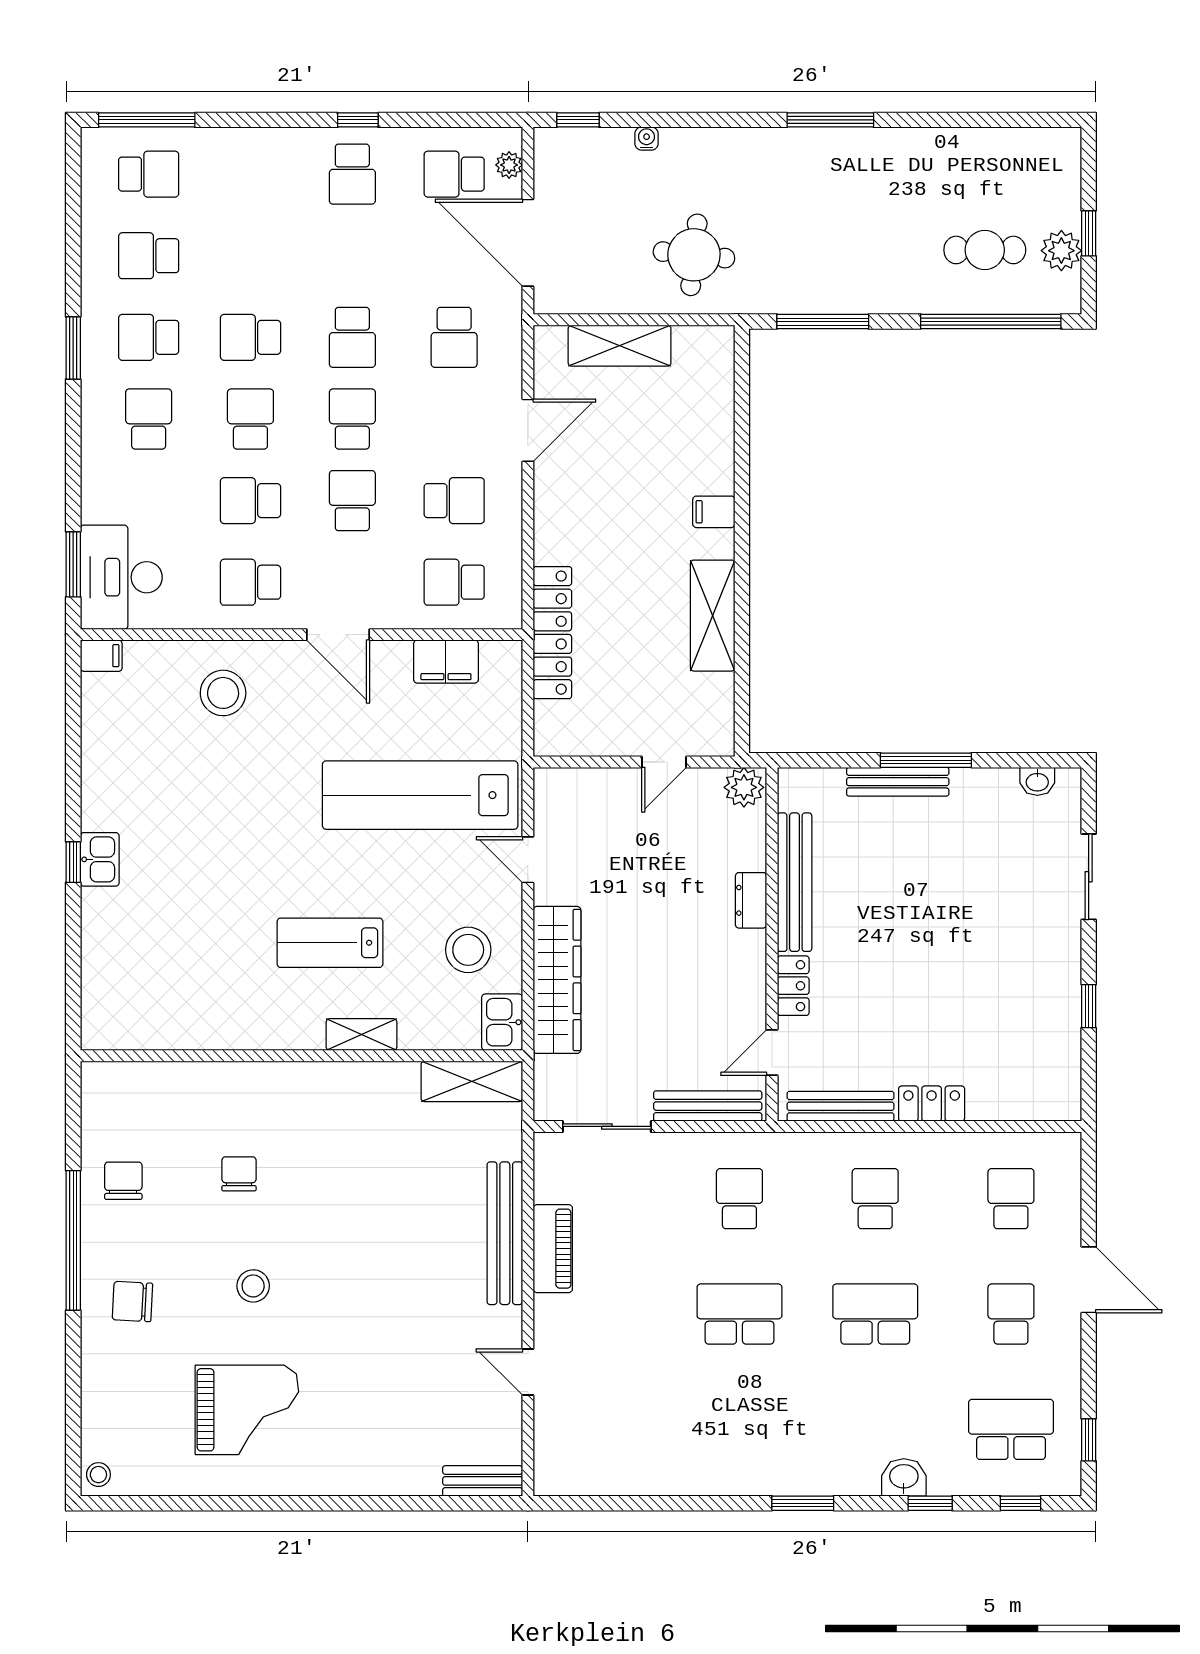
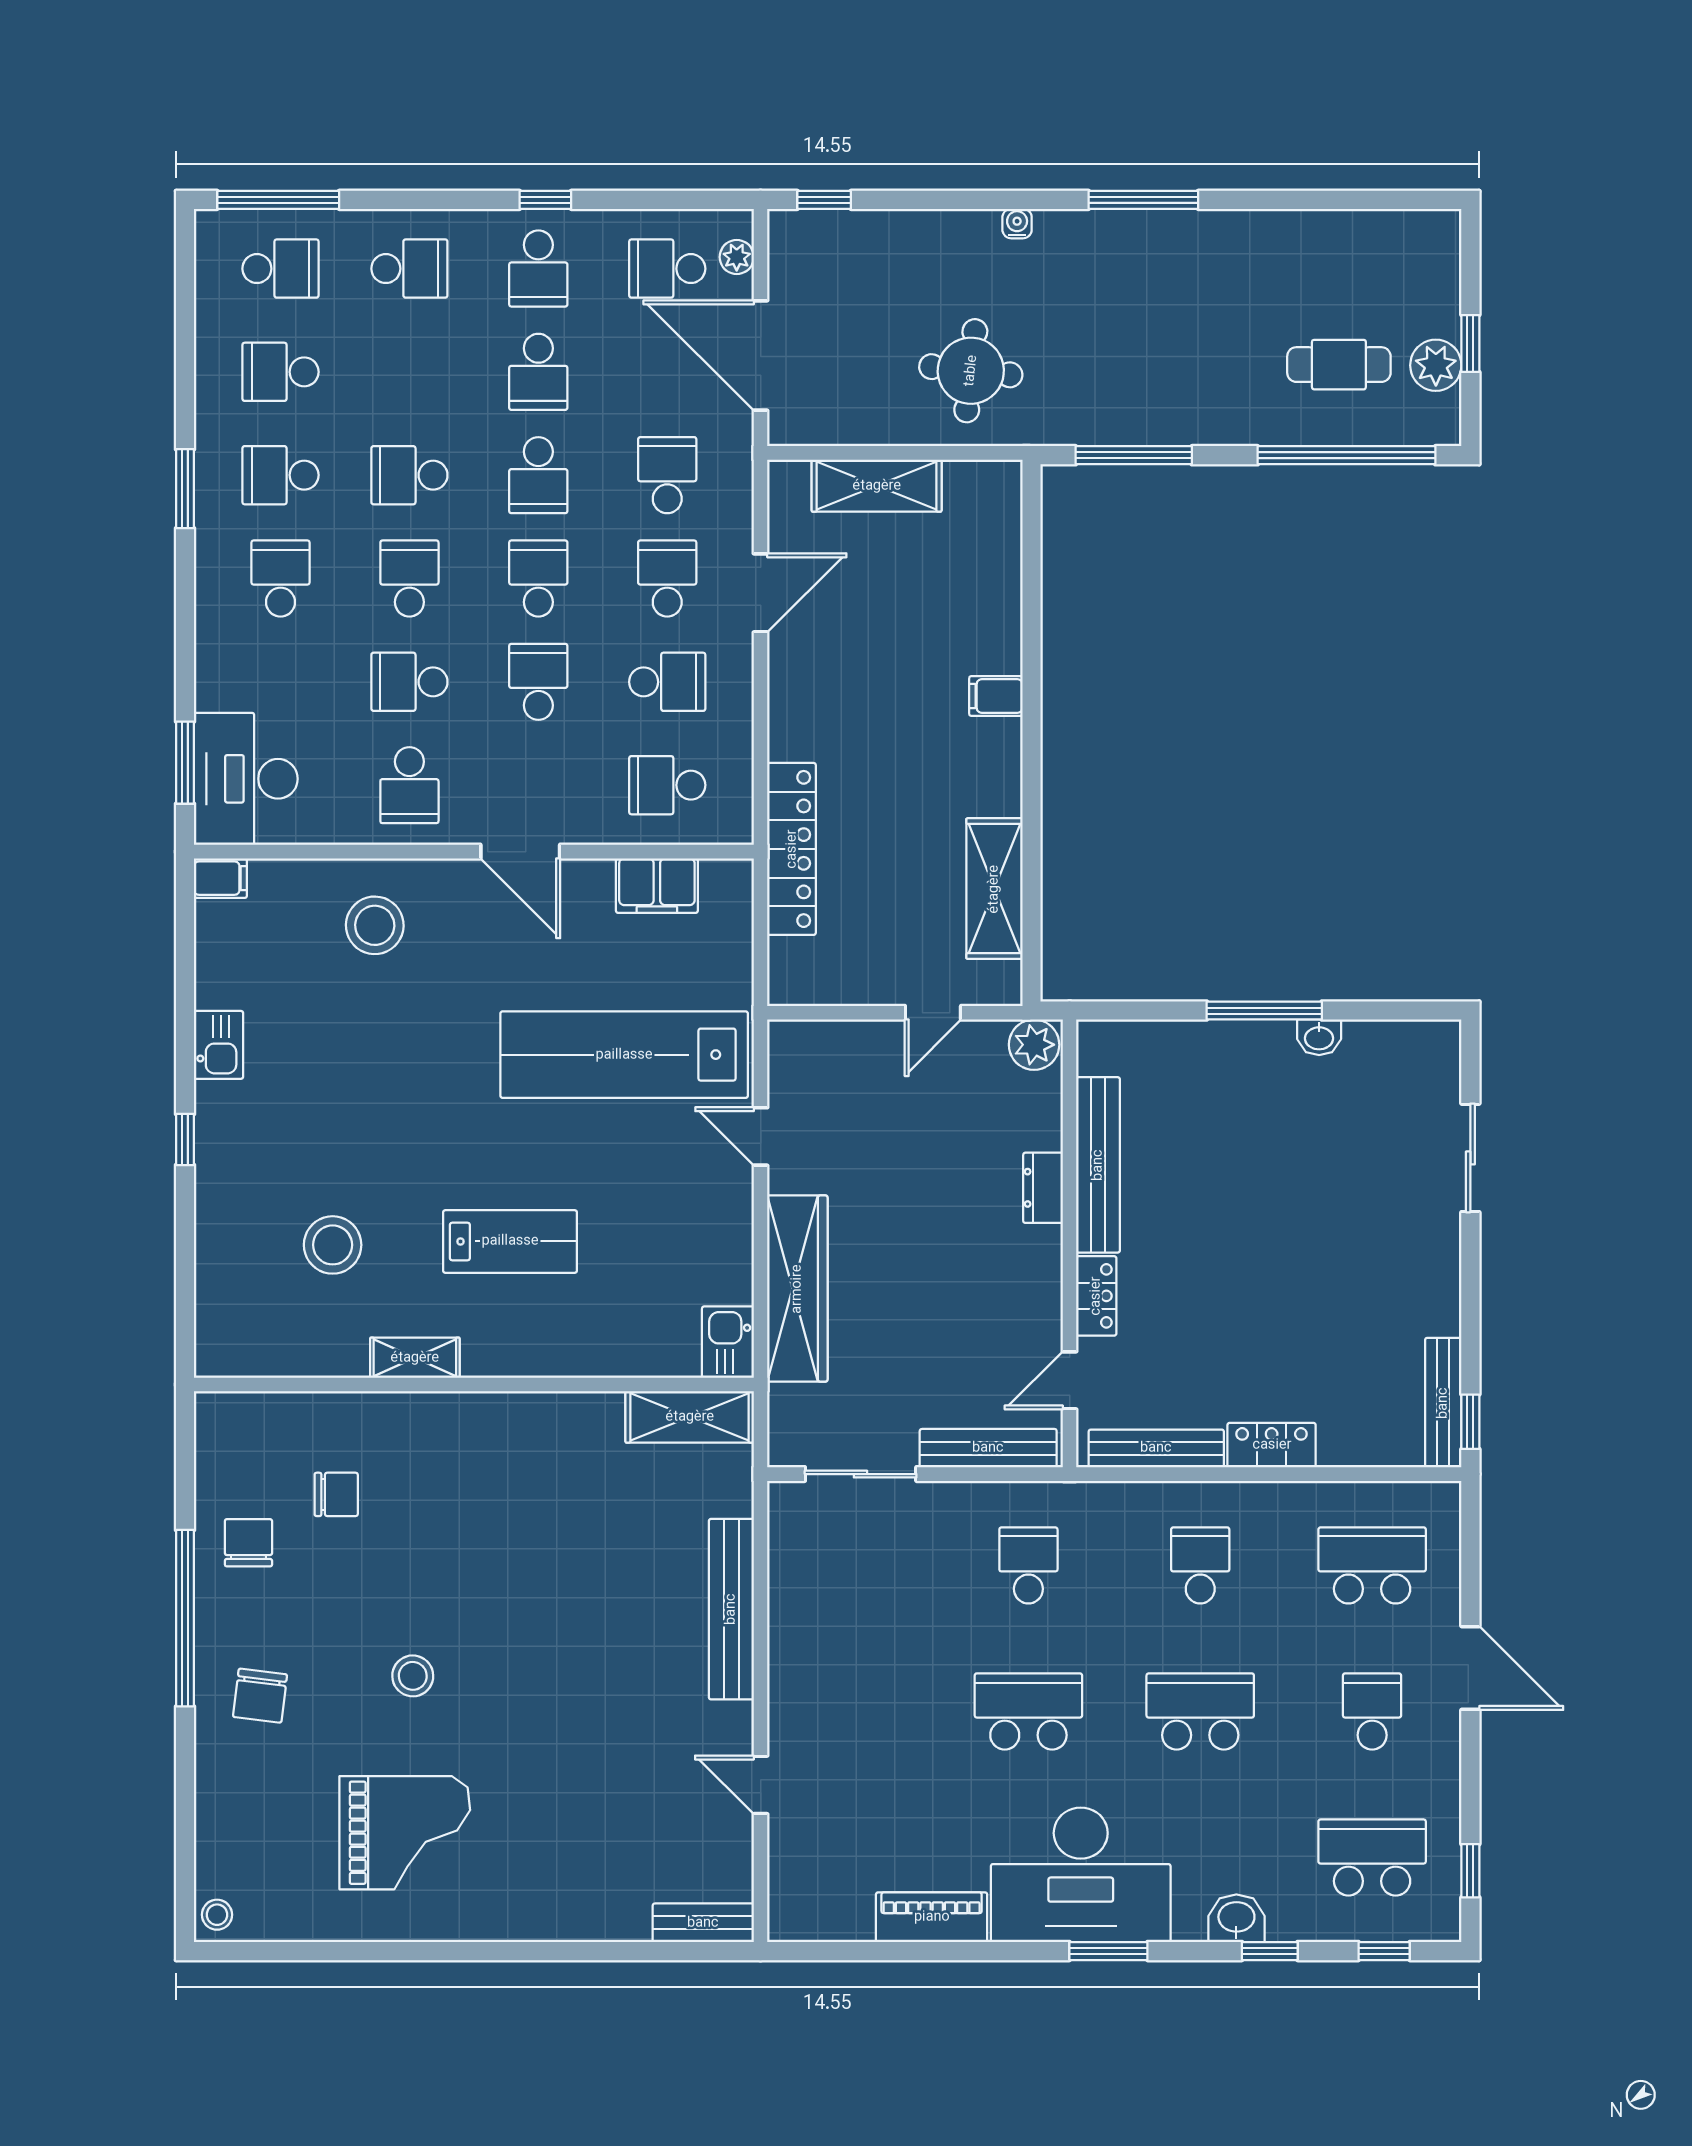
water cooler: (647, 139) -> (1017, 224), moved
school desk: (250, 174) -> (409, 269), added
school desk: (352, 256) -> (538, 372), added
school desk: (454, 337) -> (667, 475), turned 180
school desk: (454, 419) -> (667, 578), added
school desk: (250, 582) -> (409, 785), turned -90
shelving: (713, 616) -> (994, 889), moved
washbasin: (1037, 781) -> (1319, 1037), moved
bench: (898, 782) -> (1443, 1403), moved, turned 90
kitchen sink: (100, 859) -> (219, 1045), moved
lab bench: (330, 943) -> (510, 1241), turned 180
stool: (468, 950) -> (333, 1245), moved
window: (1089, 1006) -> (1470, 1422), moved
shelving: (361, 1035) -> (415, 1358), moved
chair: (239, 1174) -> (336, 1494), moved, turned 90
school desk: (1011, 1199) -> (1372, 1565), width x1.85
piano: (553, 1249) -> (932, 1917), moved, turned -90
chair: (132, 1302) -> (260, 1696), turned -86
desk: (781, 1443) -> (1081, 1875), added

